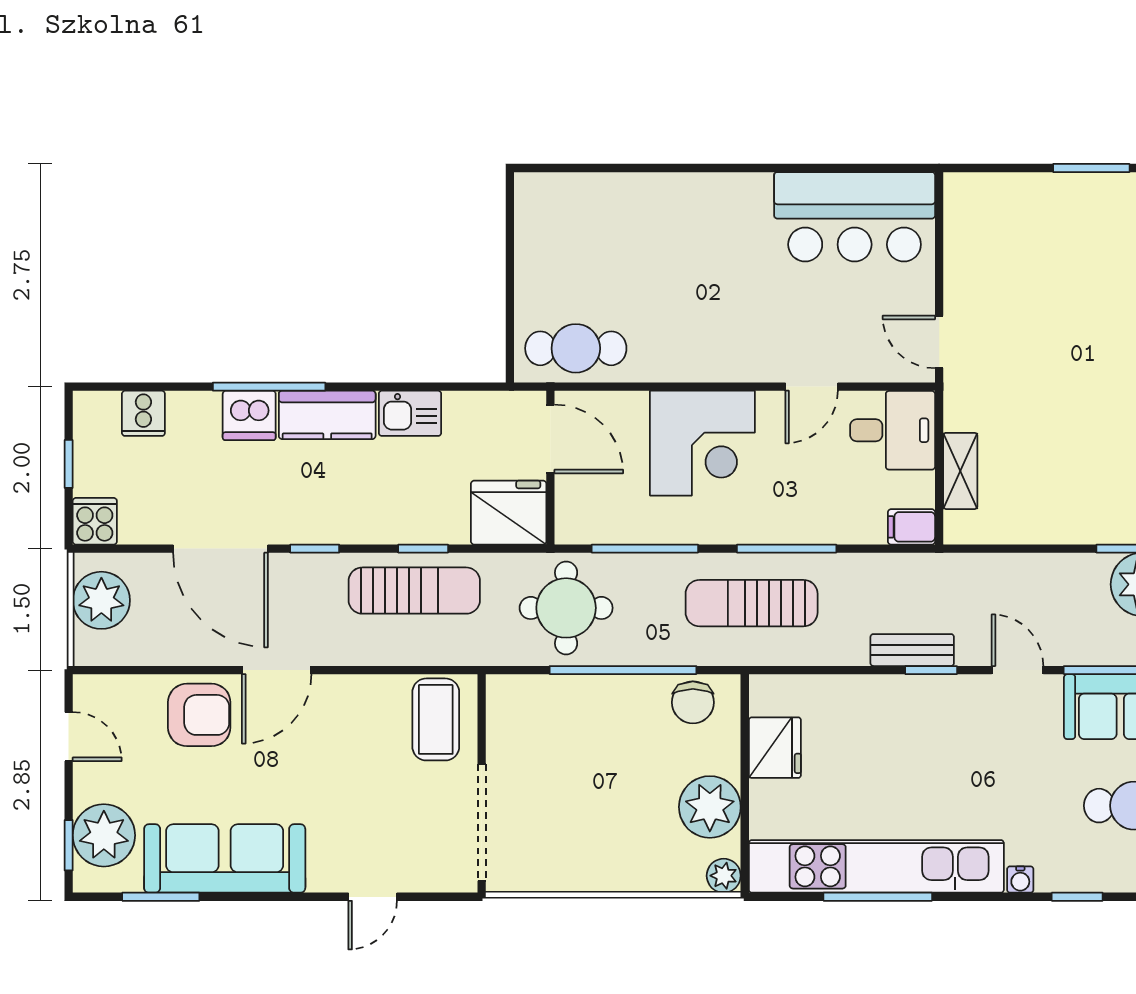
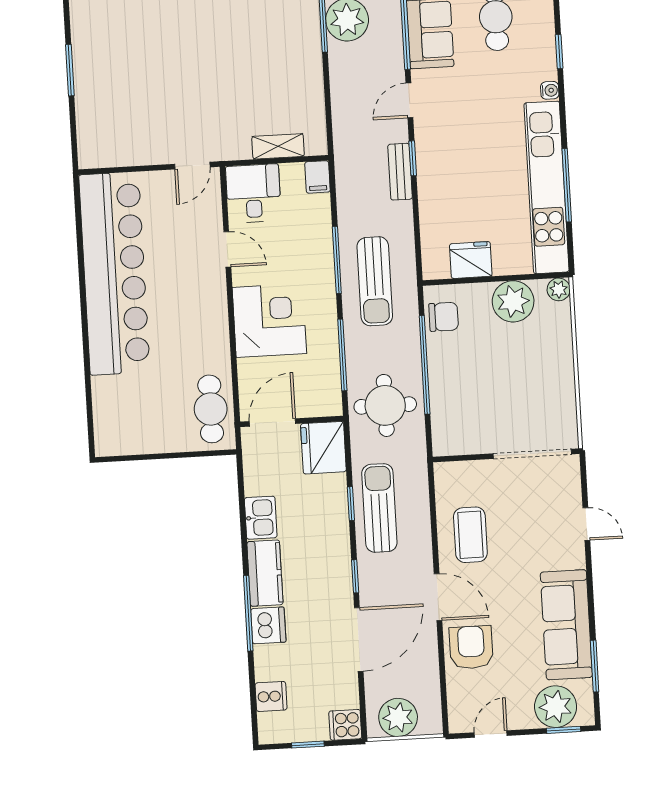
bar counter: (855, 217) -> (114, 273), width x1.86
coffee table: (436, 719) -> (470, 535), moved, turned 90

